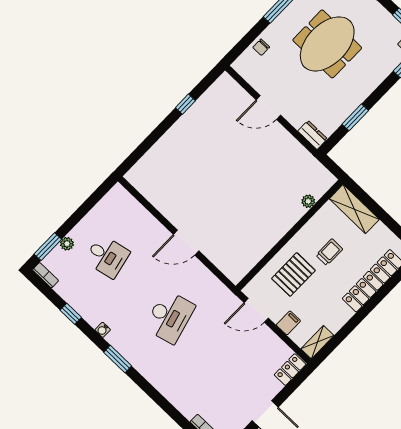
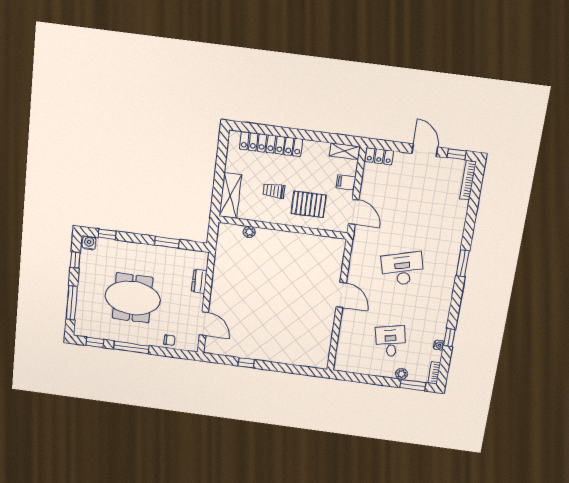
door: (268, 108) -> (204, 324), moved
dresser: (313, 135) -> (199, 281), moved
water cooler: (103, 330) -> (439, 345), moved
window: (118, 359) -> (463, 263), moved

